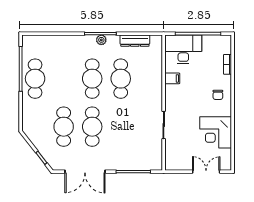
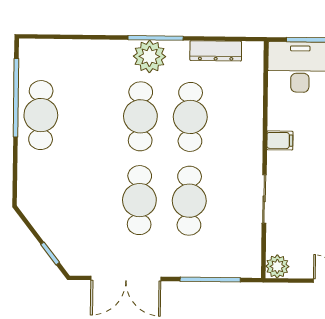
plant: (101, 40) -> (149, 56), width x1.87, depth x1.87
filing cabinet: (172, 78) -> (280, 140), moved
cafe table: (64, 127) -> (189, 201), moved
plant: (172, 164) -> (277, 266), added

